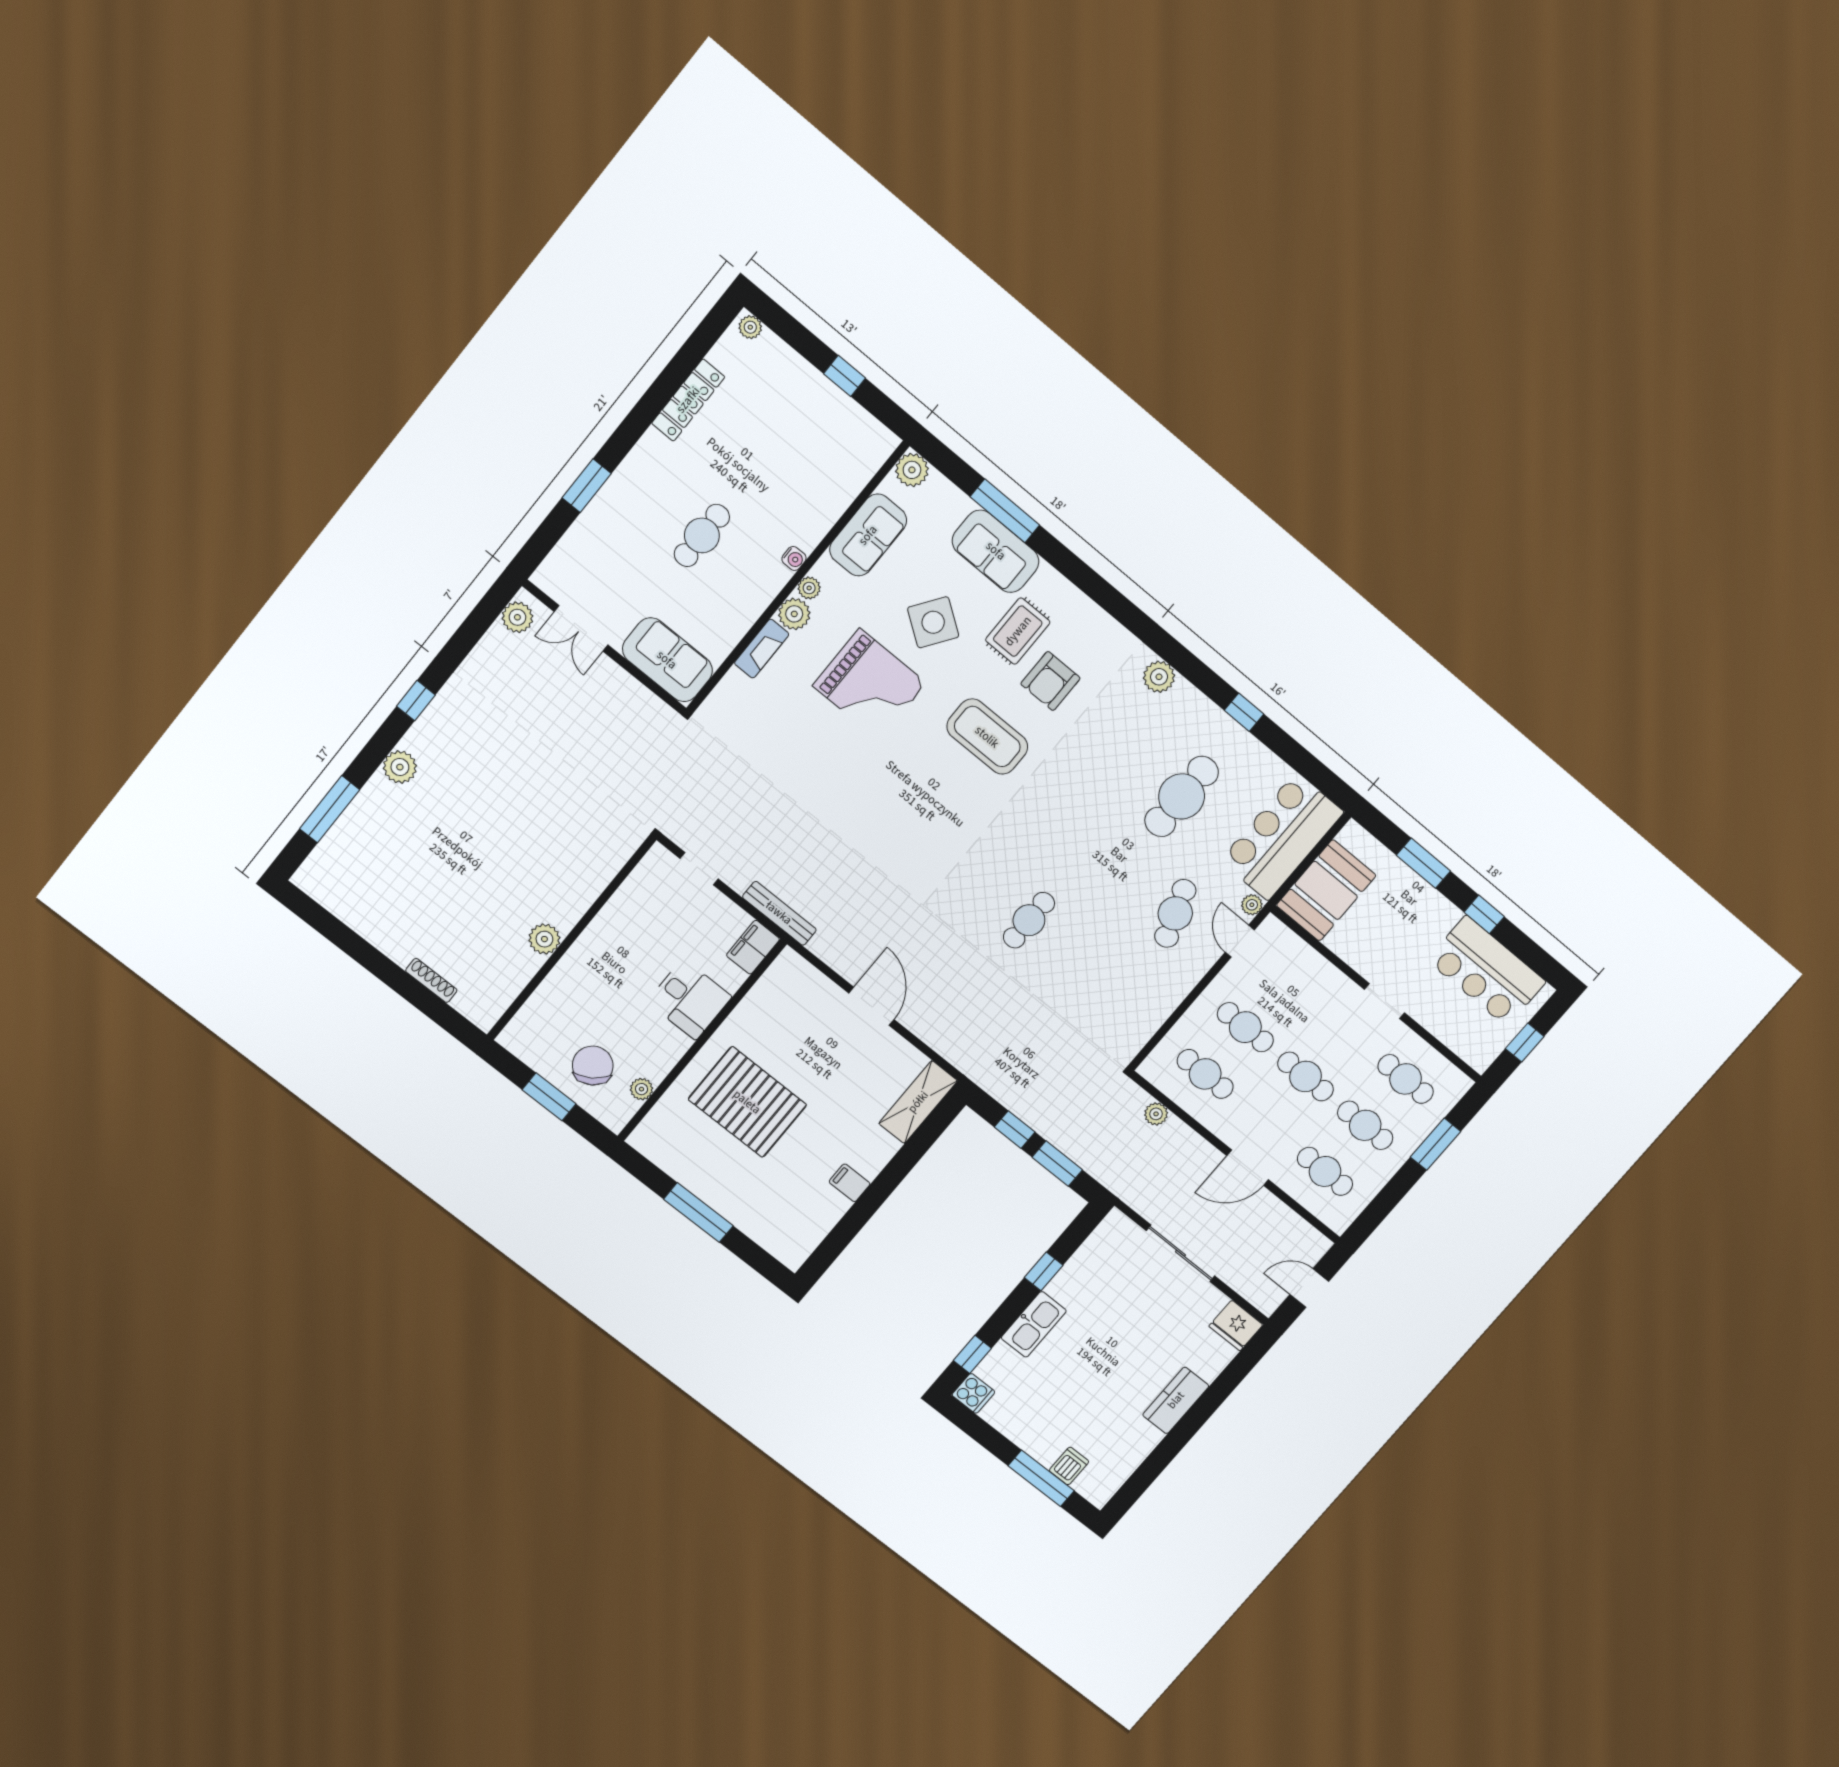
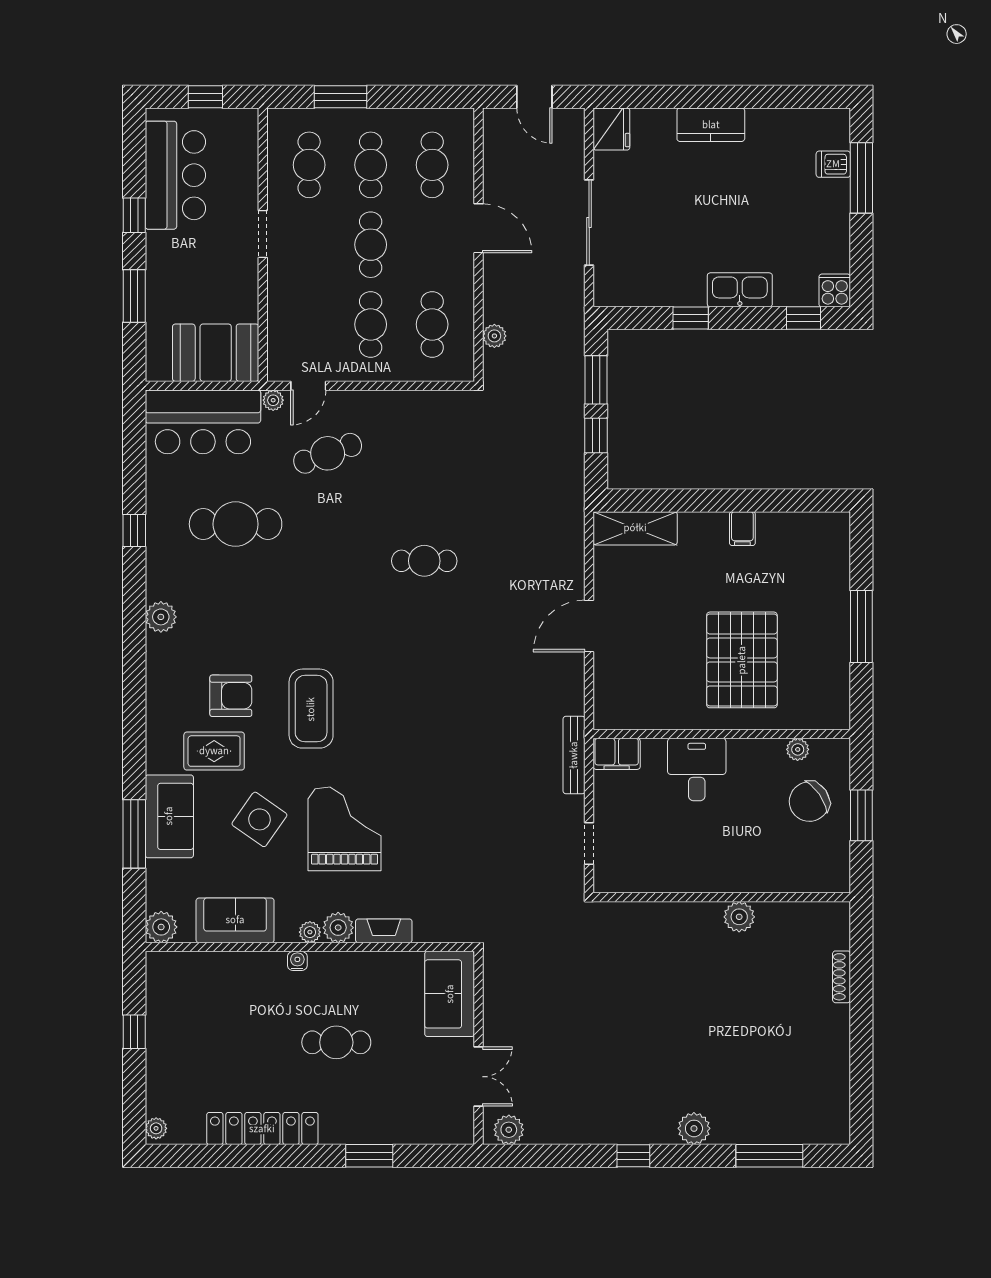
locker: (688, 400) -> (262, 1129), width x1.41, depth x1.21

